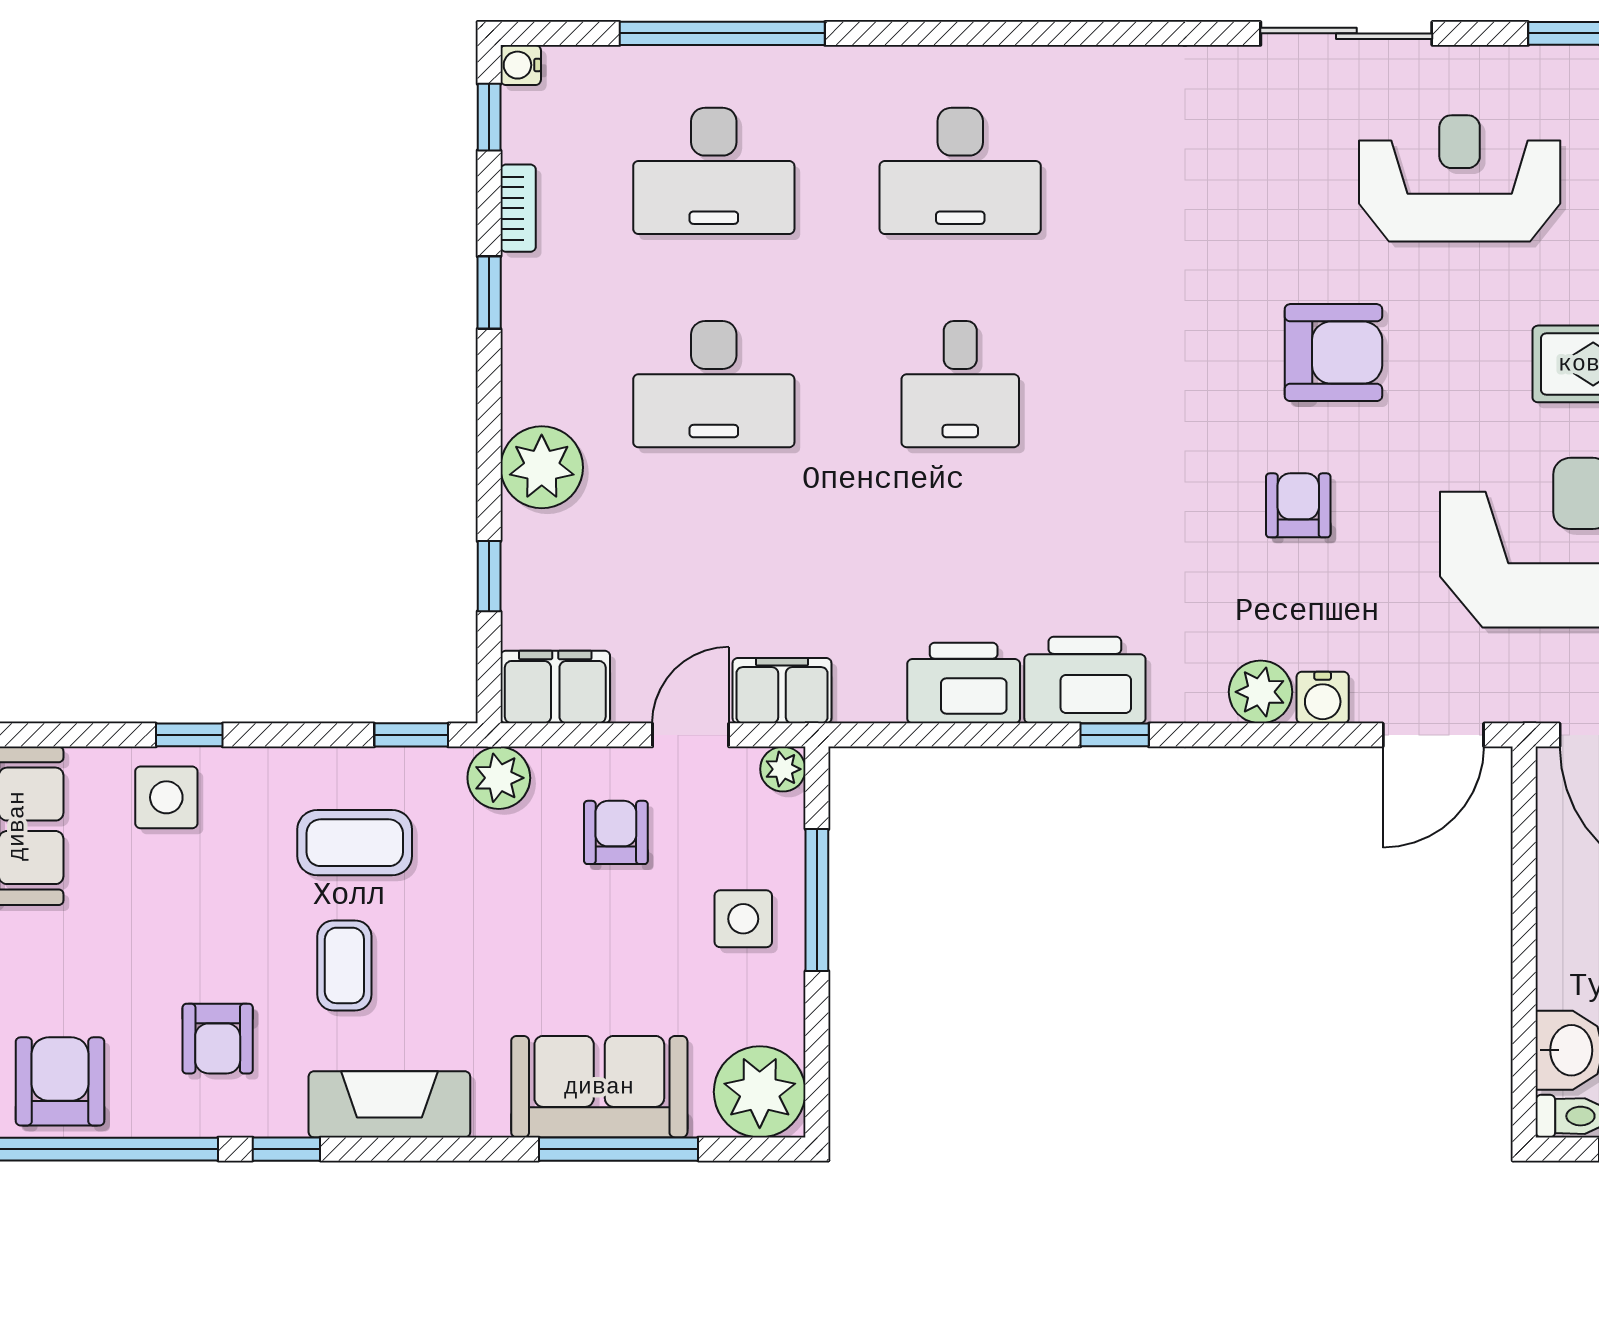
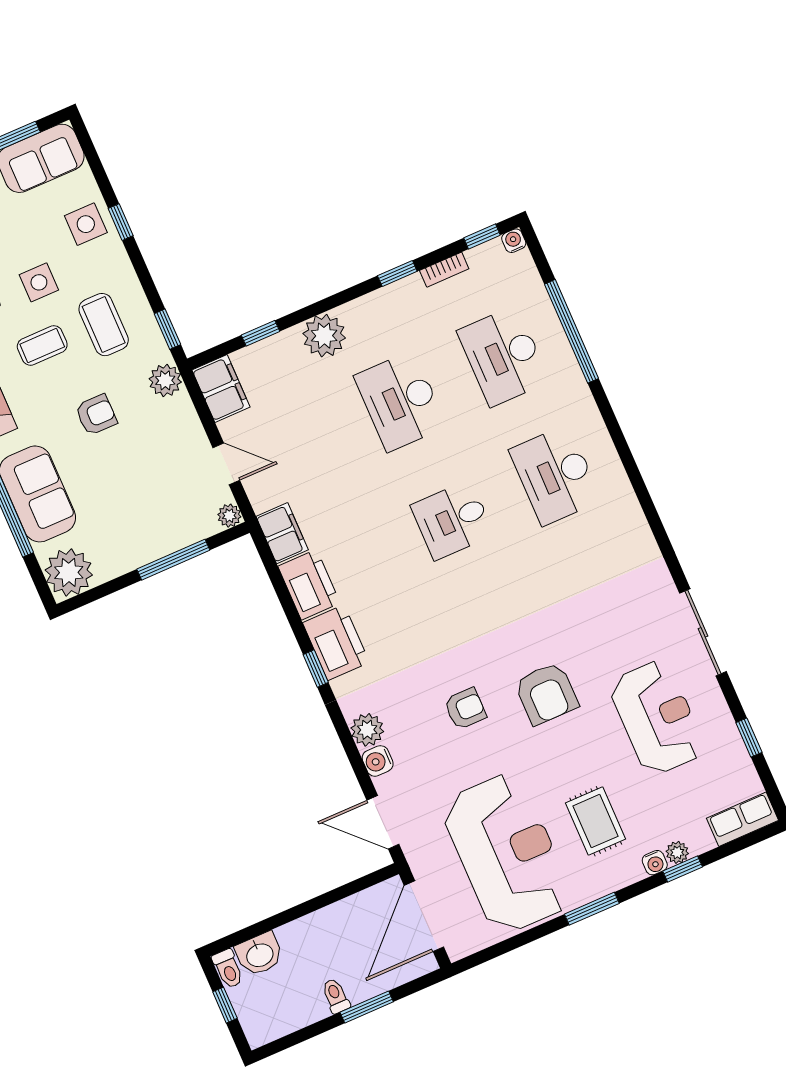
filing cabinet: (782, 691) -> (282, 533), moved
armchair: (616, 832) -> (96, 415), moved
side table: (743, 919) -> (39, 282), moved

